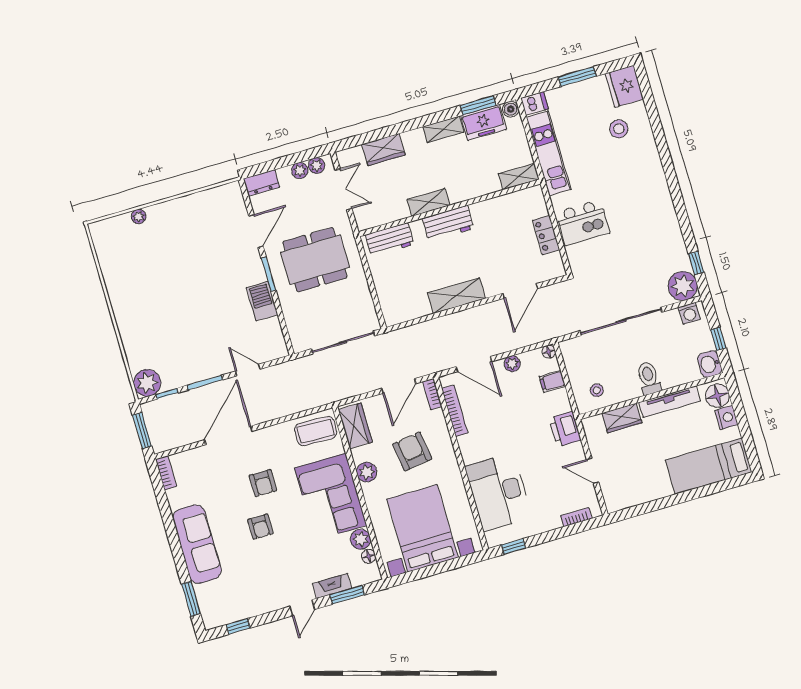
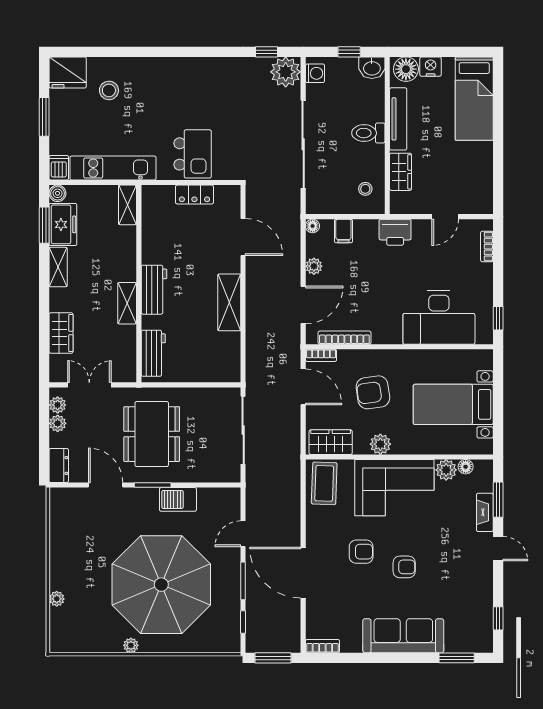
parasol: (180, 309) -> (161, 585), added
plant: (147, 383) -> (131, 645), moved, width x0.53, depth x0.53
bed with nightstands: (423, 528) -> (453, 404), width x0.73

